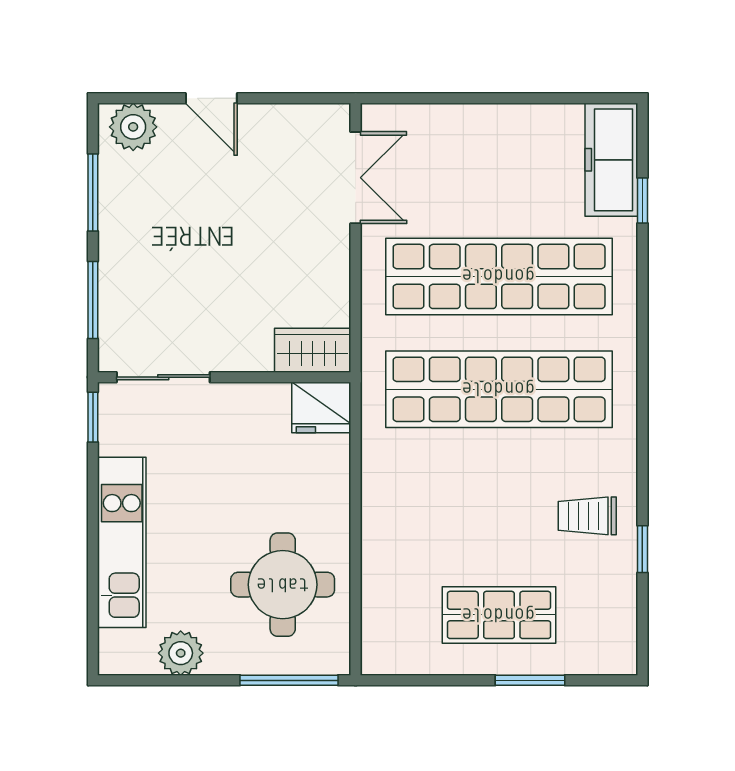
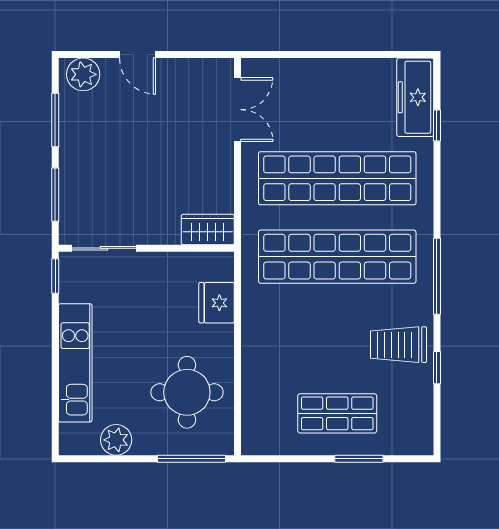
fridge: (321, 407) -> (217, 303), moved, turned 90
window: (642, 418) -> (437, 276), added
trolley: (587, 516) -> (398, 345), width x1.36, depth x1.39

